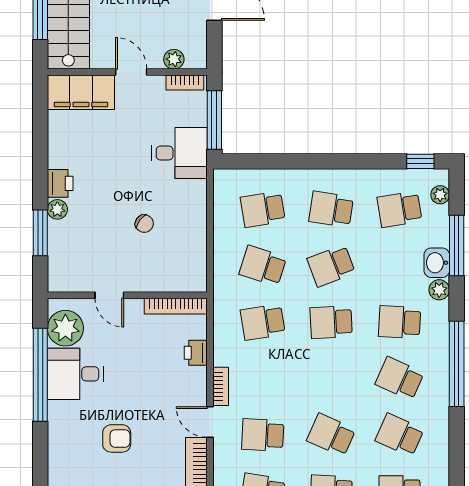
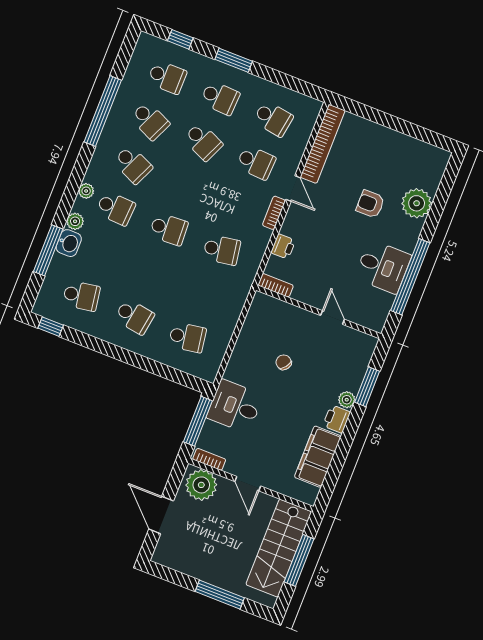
plant: (174, 59) -> (201, 485), width x1.88, depth x1.88
filing cabinet: (81, 92) -> (318, 457), moved, turned -90
plant: (440, 195) -> (86, 191), moved
school desk: (263, 266) -> (205, 294), removed
school desk: (331, 266) -> (152, 273), removed
bookcase: (176, 306) -> (276, 285), width x0.64
plant: (65, 328) -> (417, 203), moved
window: (457, 364) -> (103, 111), moved

